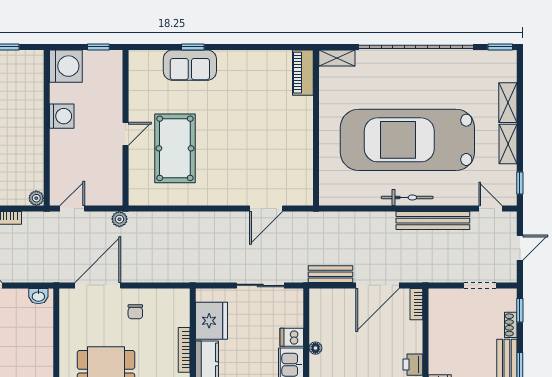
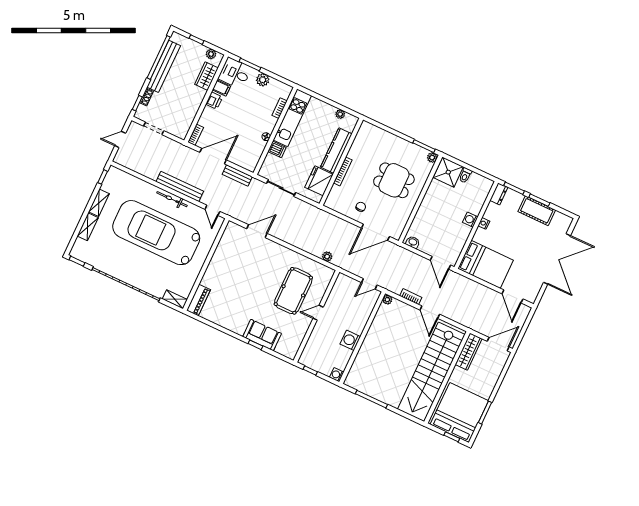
washing machine: (66, 66) -> (337, 375), width x0.53, depth x0.53
car: (407, 140) -> (156, 233), turned 180
door: (491, 209) -> (212, 210), moved
plant: (119, 219) -> (327, 256), moved
bench: (433, 221) -> (180, 186), moved

